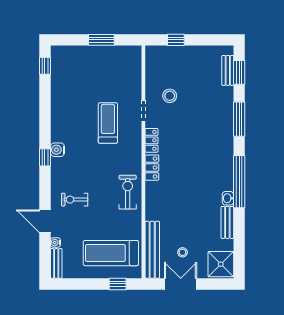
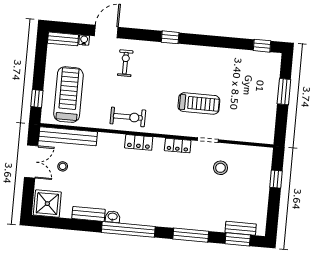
window: (101, 40) -> (284, 92), moved
water cooler: (57, 150) -> (177, 51), removed
locker: (152, 168) -> (139, 142), moved

